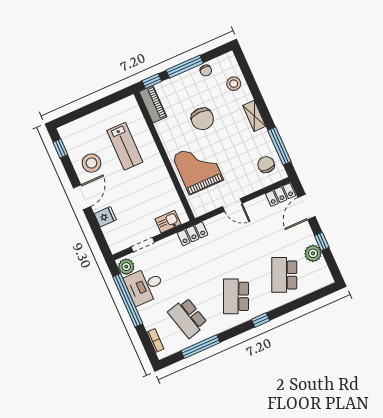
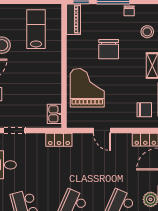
lab bench: (125, 146) -> (36, 29), moved, turned 180
chair: (266, 165) -> (144, 110), turned 90
kitchen sink: (168, 222) -> (54, 114), moved, turned -90

